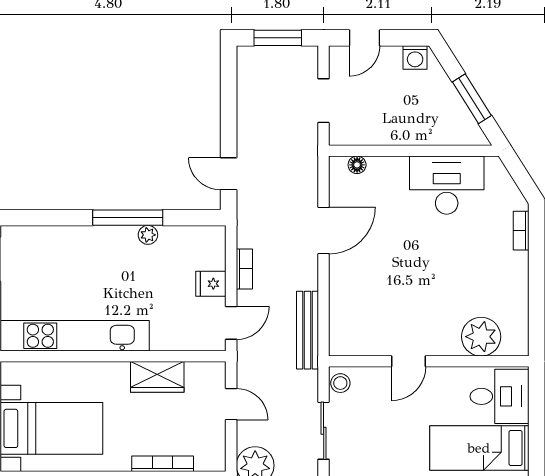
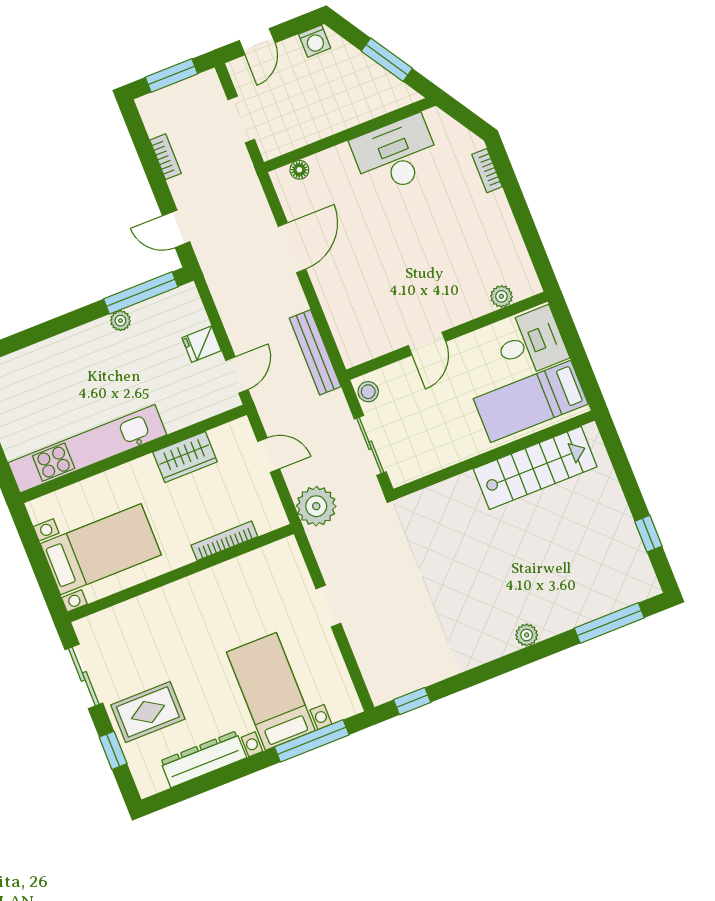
window: (128, 218) -> (141, 293), moved
bookcase: (244, 269) -> (166, 157), moved
plant: (481, 337) -> (501, 296), width x0.53, depth x0.53

